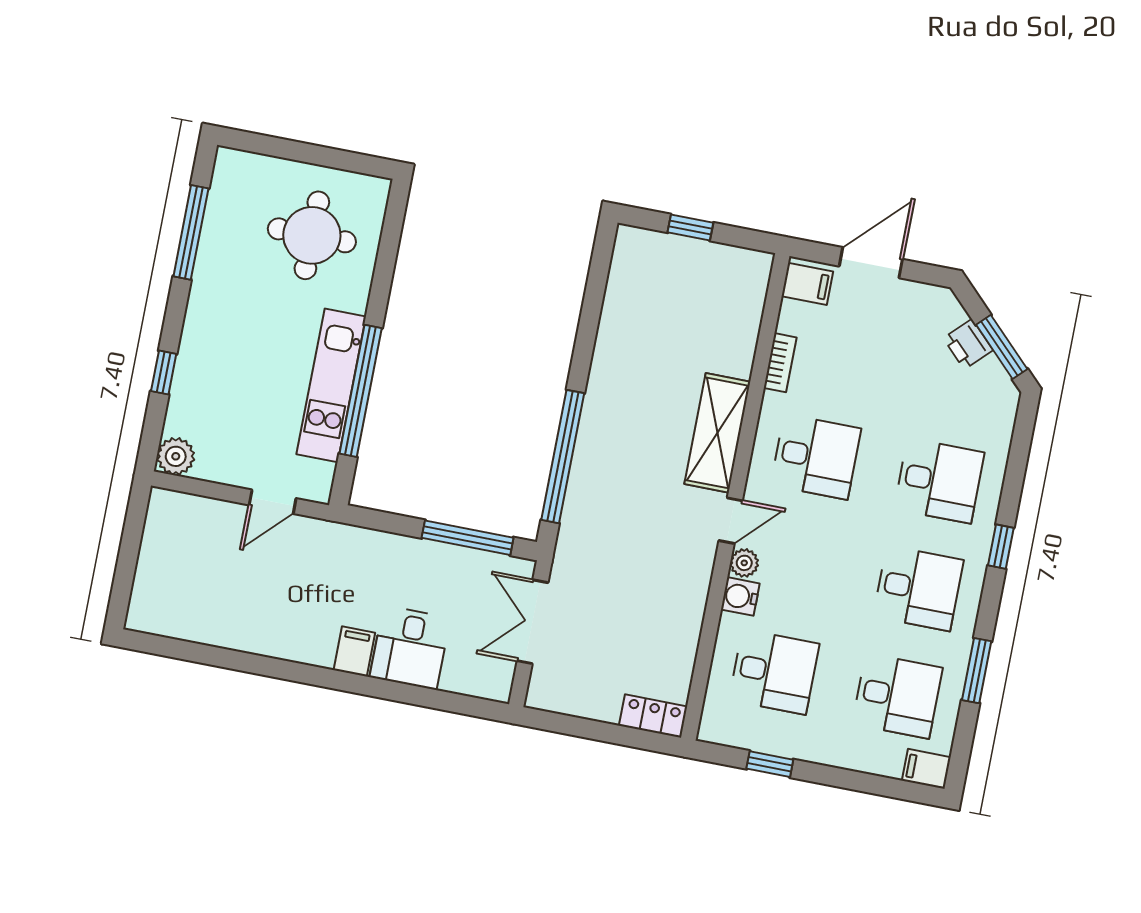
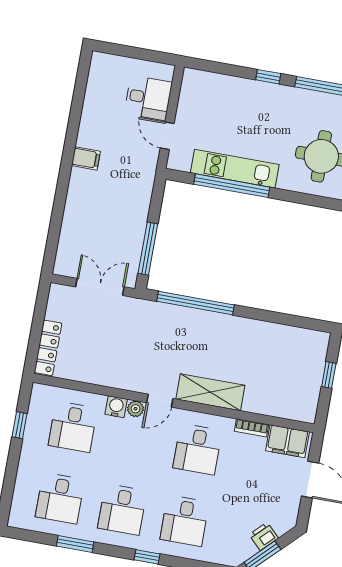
filing cabinet: (807, 284) -> (287, 441), width x2.00
window: (164, 372) -> (268, 77), moved
plant: (176, 456) -> (193, 79), removed
door: (731, 521) -> (160, 401), hinge flipped
desk: (410, 648) -> (148, 98), moved, turned 180
filing cabinet: (354, 651) -> (86, 158), moved
locker: (653, 716) -> (48, 348), width x1.53
filing cabinet: (926, 769) -> (18, 516), removed

